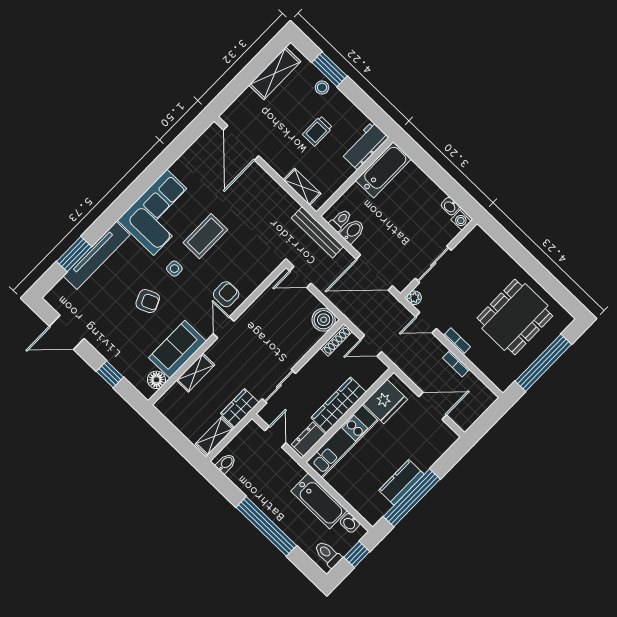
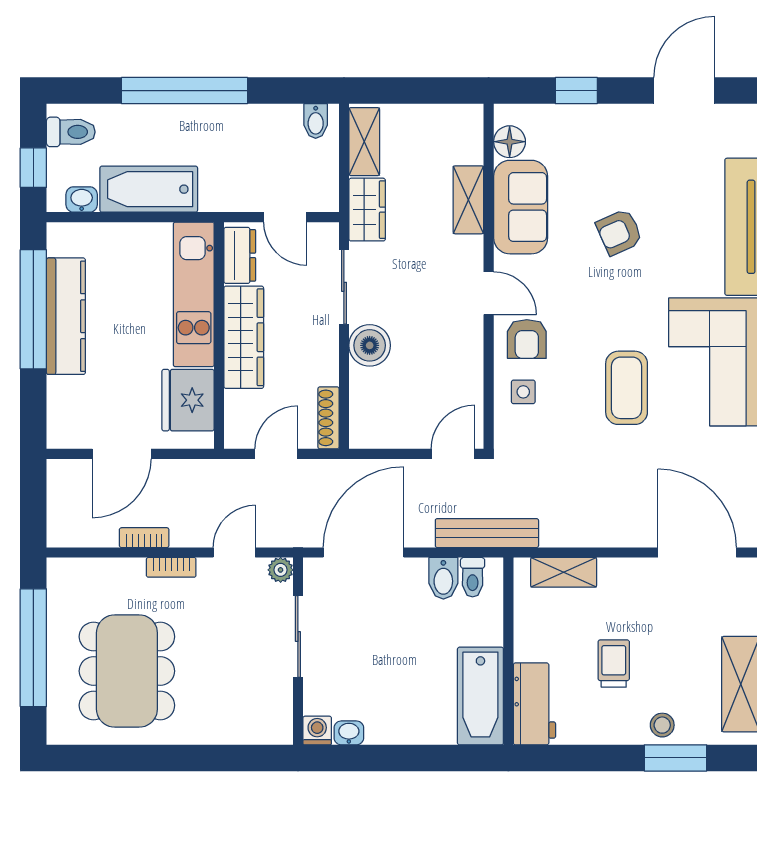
side table: (174, 269) -> (523, 392), moved
boiler: (324, 320) -> (370, 345), moved
kitchen counter: (401, 482) -> (66, 316), width x1.50

